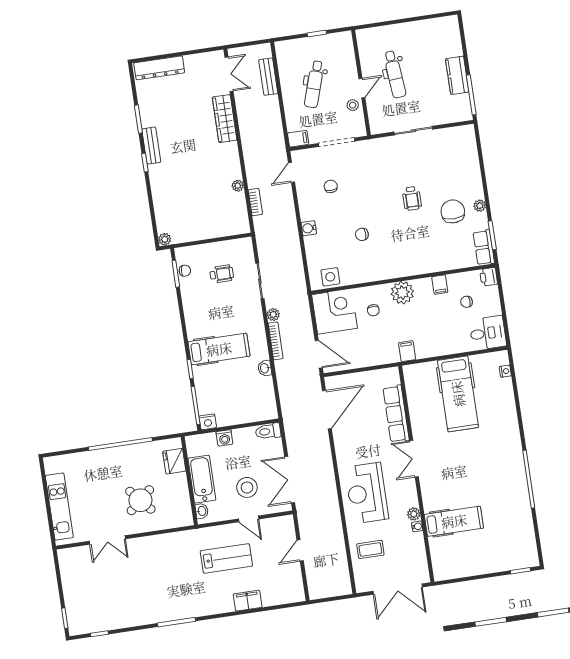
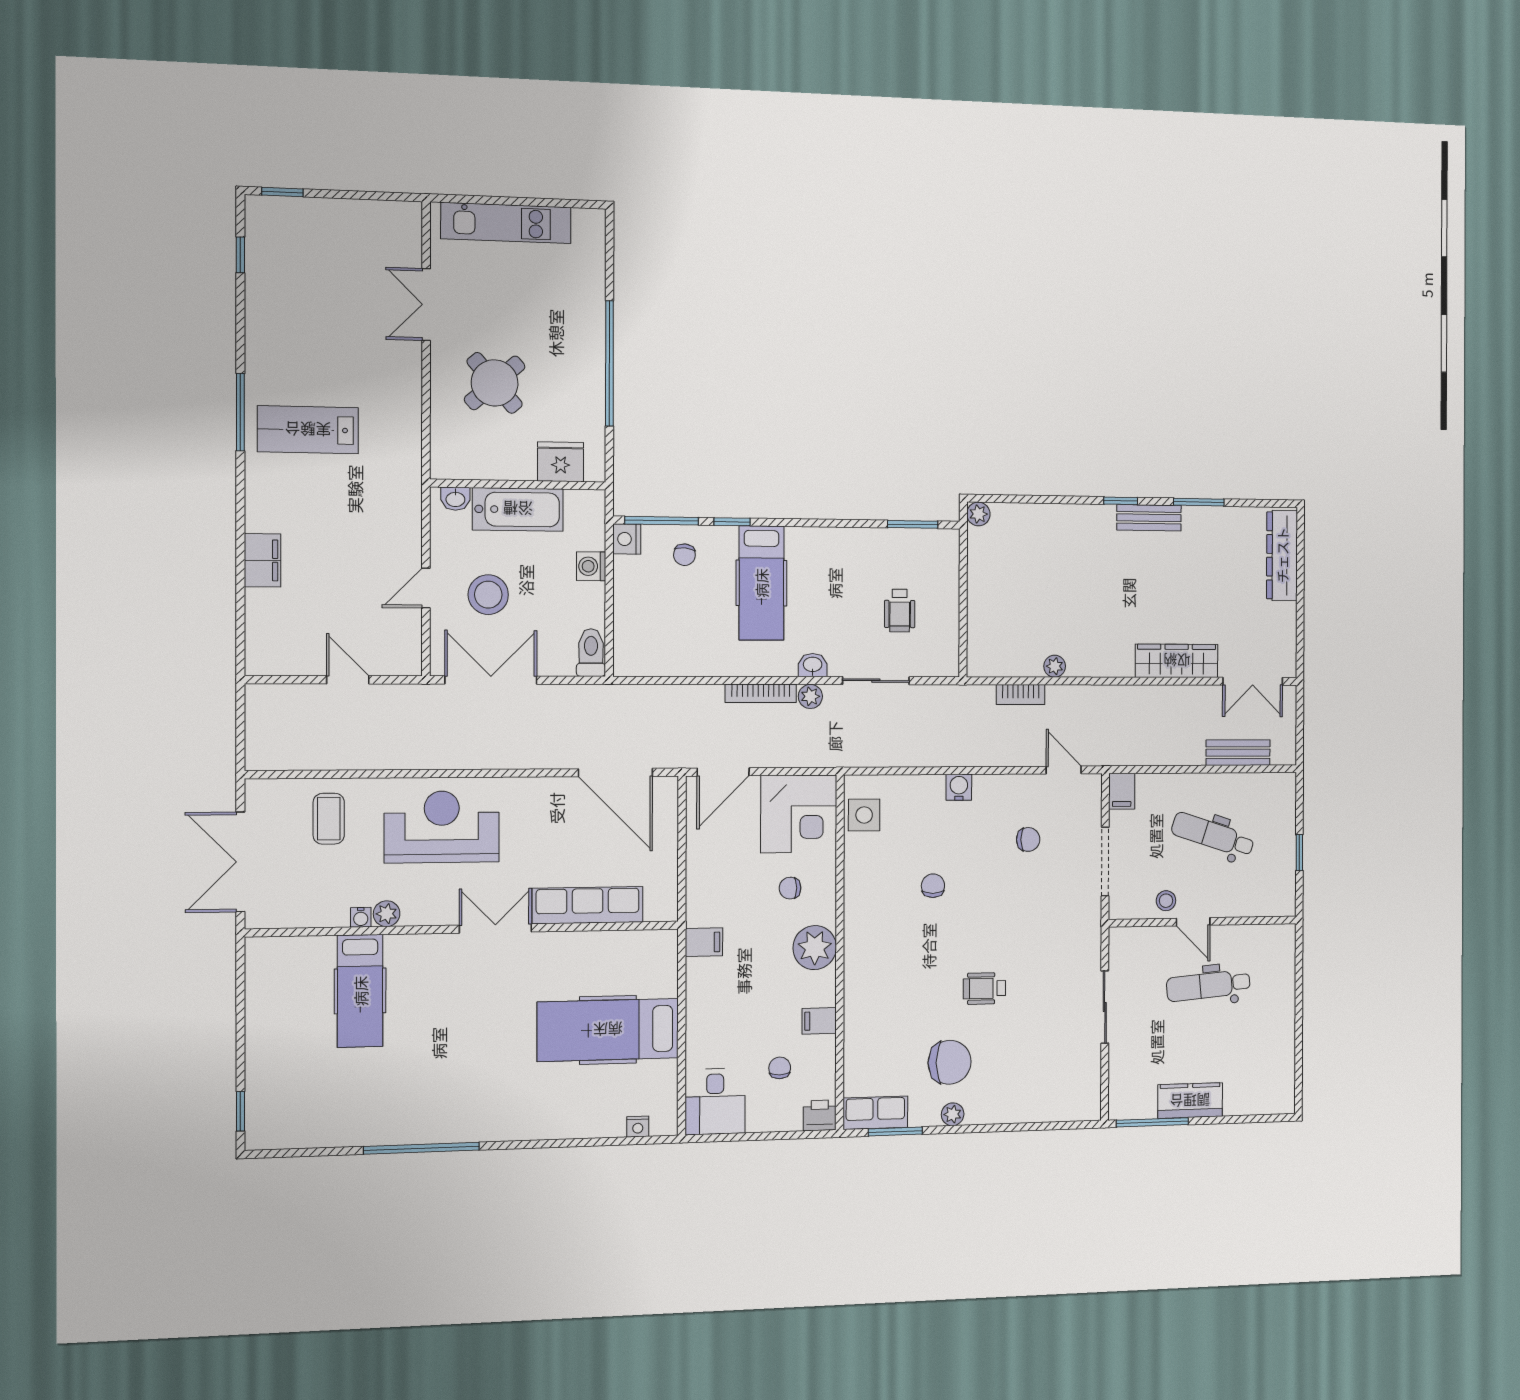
chair: (185, 271) -> (684, 555), moved
washbasin: (265, 368) -> (813, 665), moved
lab bench: (226, 558) -> (308, 430), moved, turned 90

